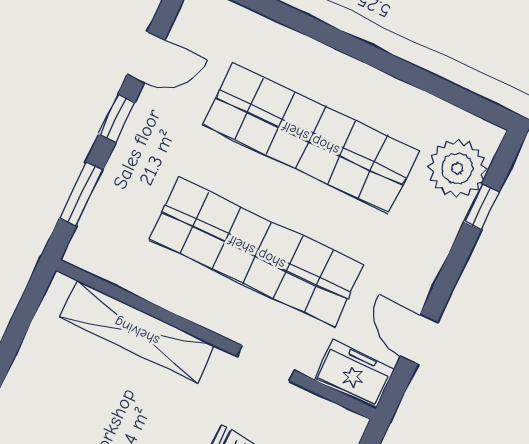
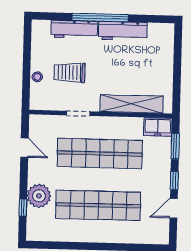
plant: (457, 168) -> (39, 196), moved
freezer: (354, 374) -> (158, 127), moved

